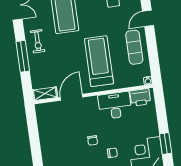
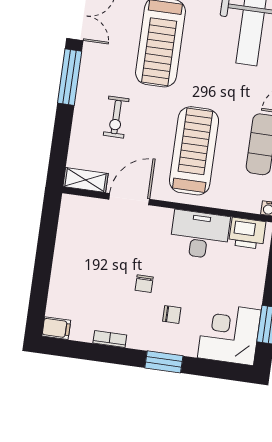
exercise bike: (38, 41) -> (116, 117), moved
window: (23, 56) -> (70, 77), moved

